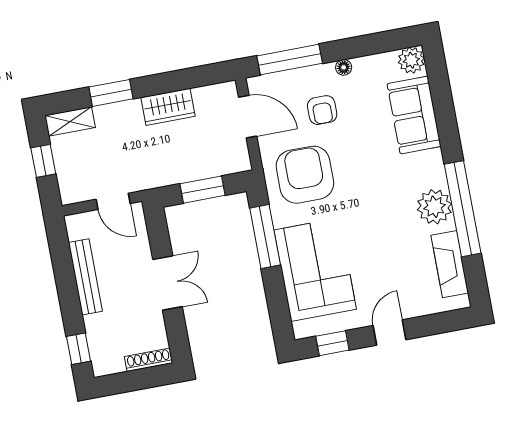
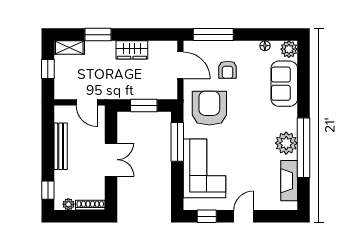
floor lamp: (344, 67) -> (265, 46), moved
plant: (115, 365) -> (68, 204), added

